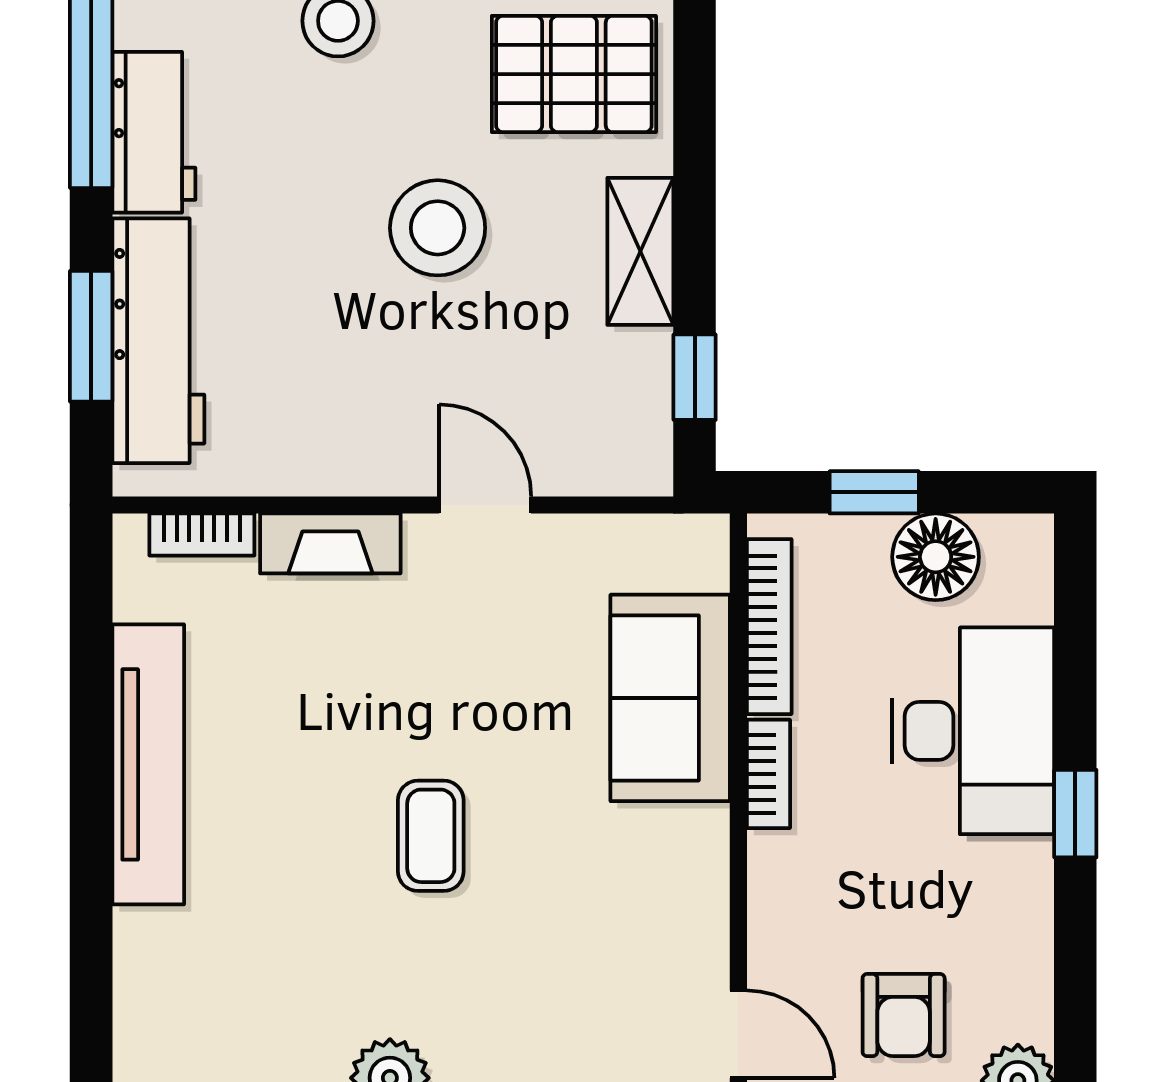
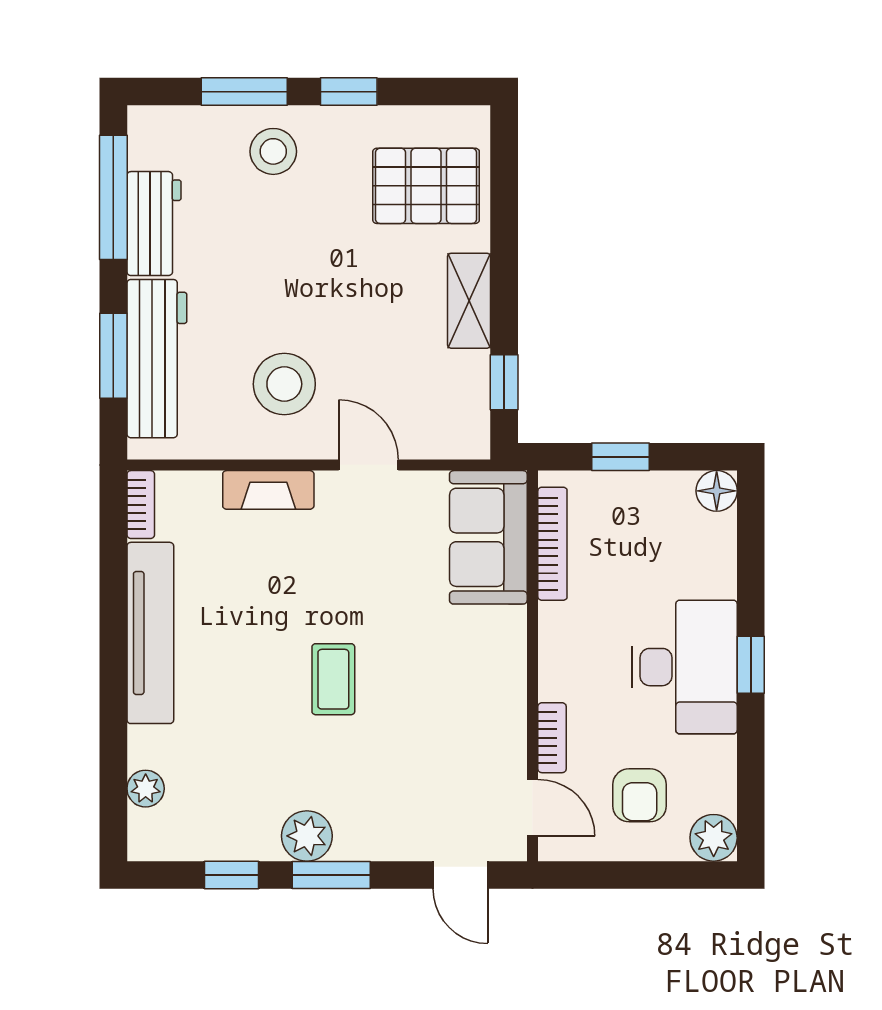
stool: (438, 228) -> (284, 384), moved
bookcase: (202, 535) -> (141, 505), moved, turned -90
floor lamp: (936, 557) -> (717, 491), moved, width x0.73, depth x0.73
sofa: (670, 698) -> (488, 537), moved
desk: (973, 731) -> (684, 667), moved
bookcase: (768, 774) -> (552, 738), moved
plant: (141, 1005) -> (146, 789), added

